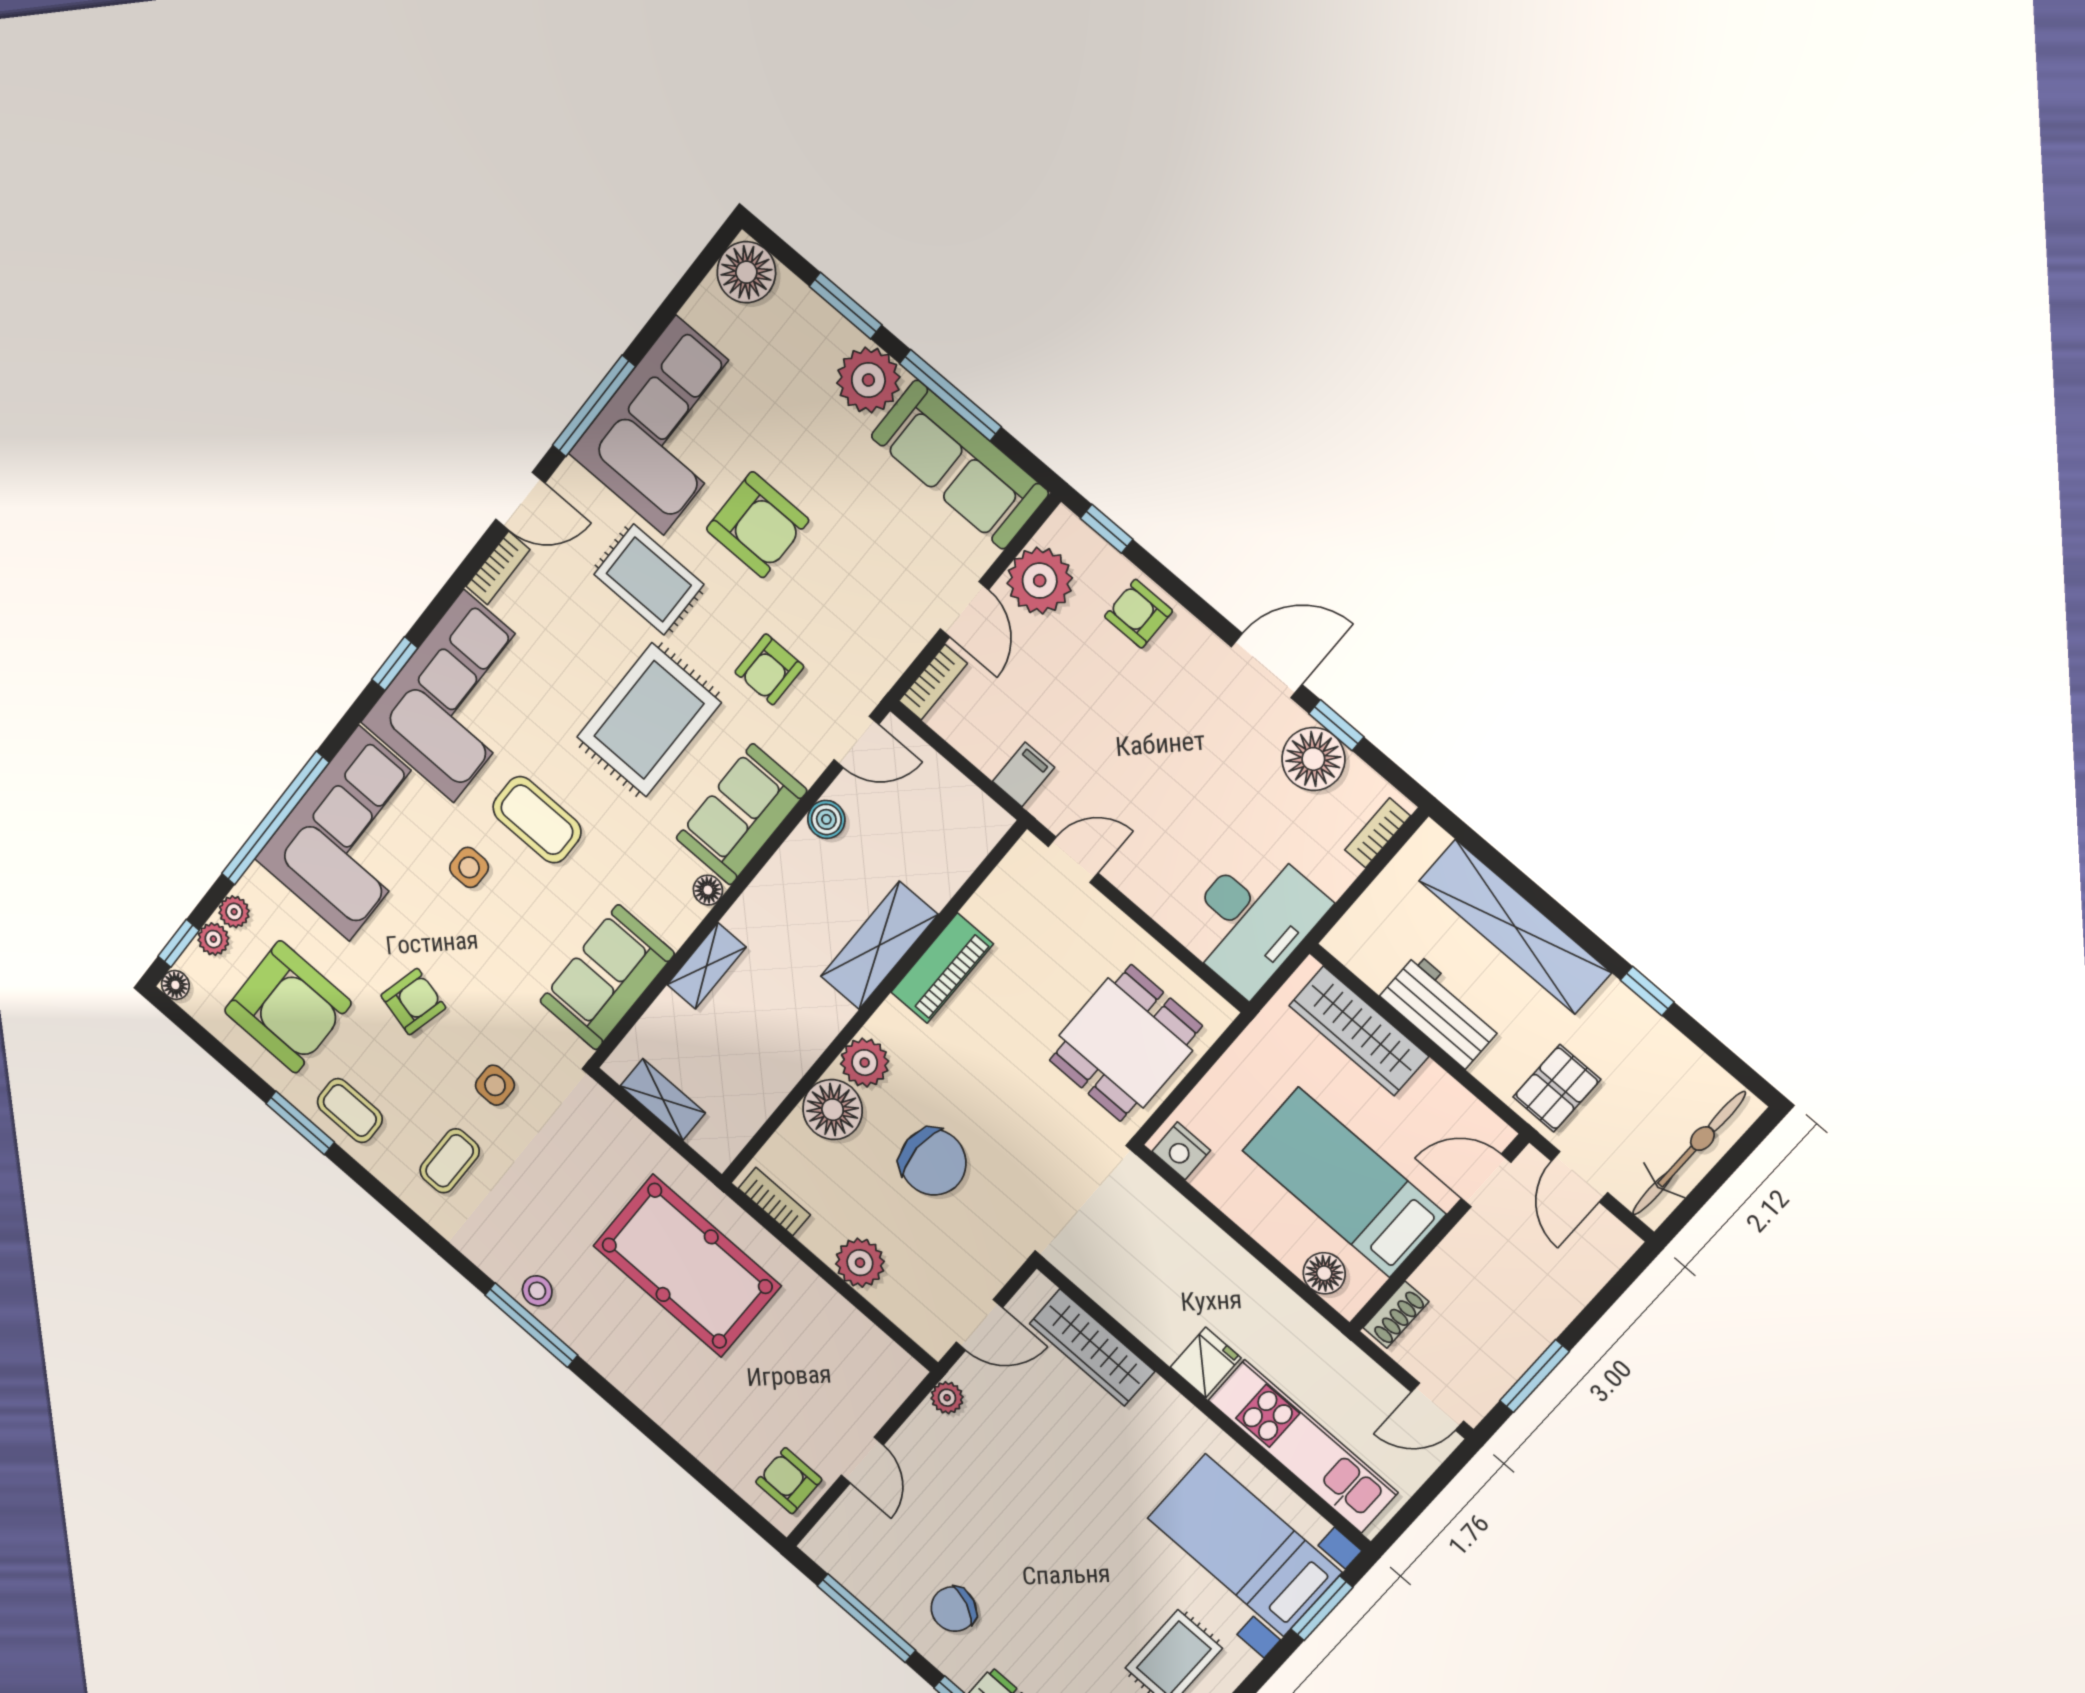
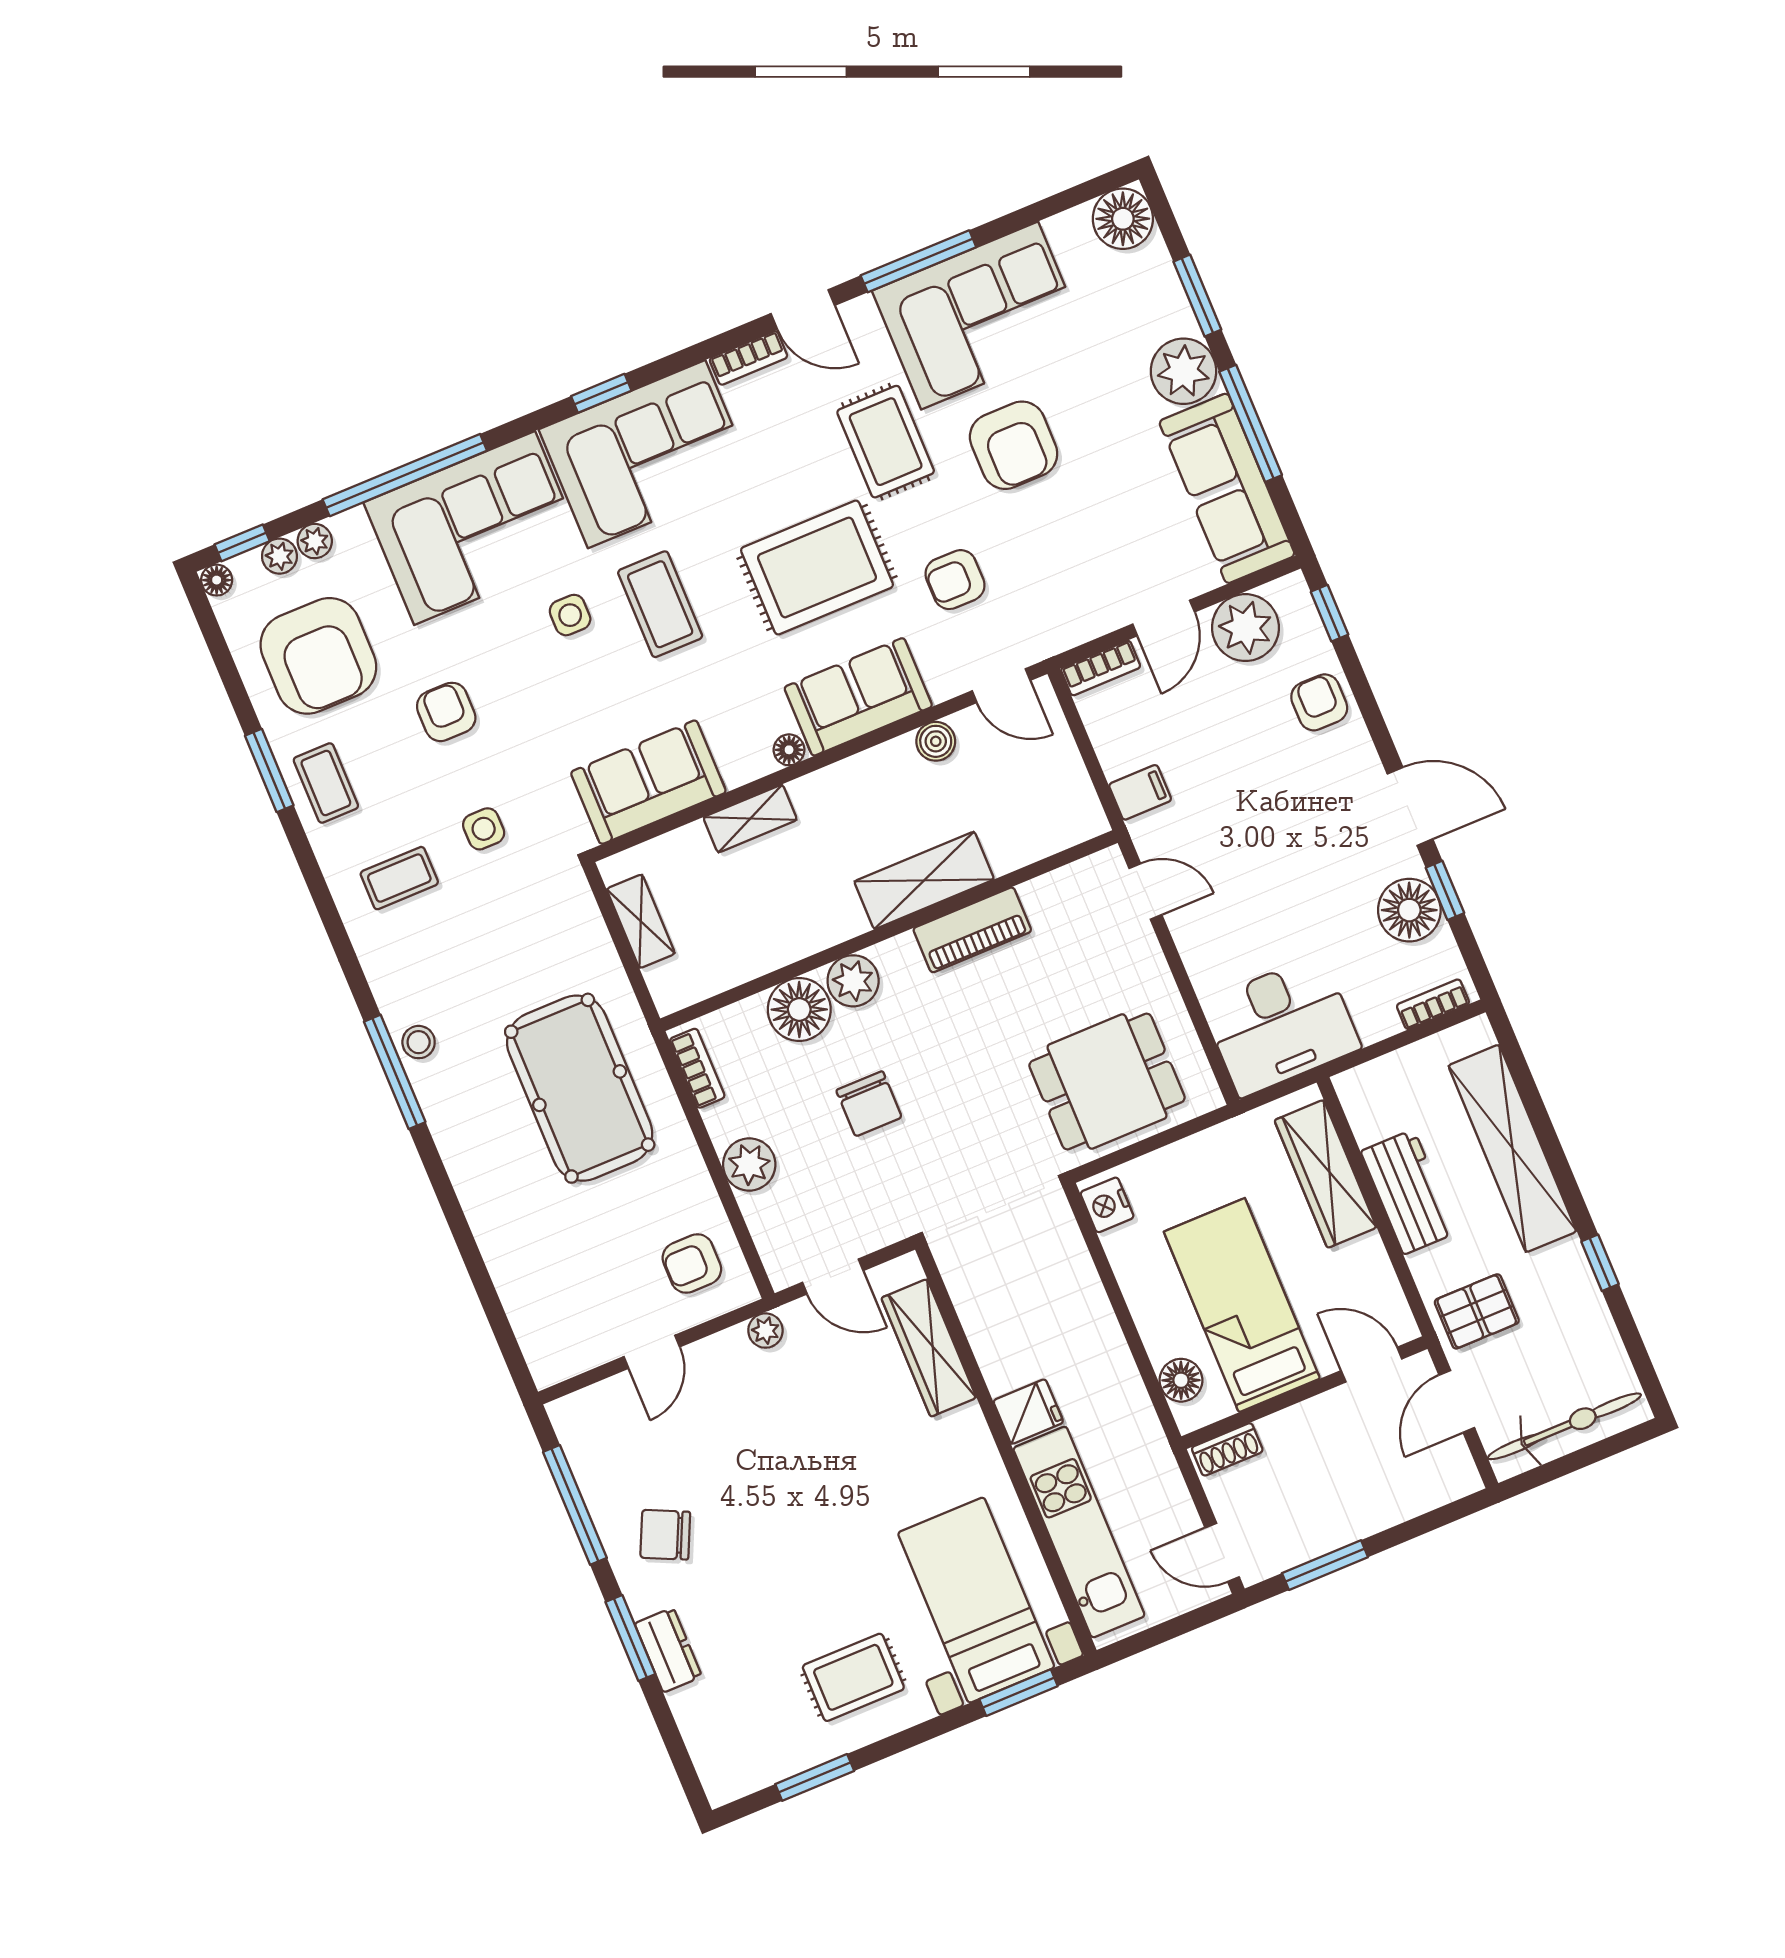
armchair: (413, 1002) -> (446, 712), turned -104
chair: (933, 1162) -> (869, 1104), width x0.73, depth x0.73
armchair: (789, 1481) -> (692, 1264), moved, turned -90

